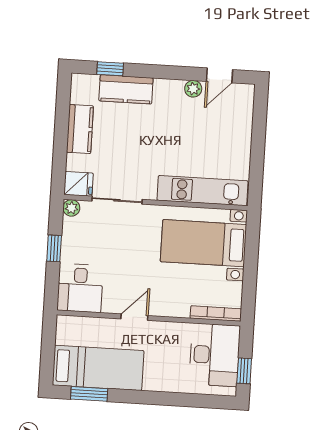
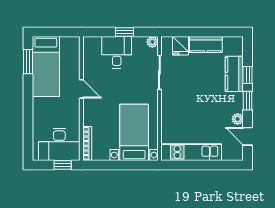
window: (110, 69) -> (248, 75), moved
window: (167, 72) -> (248, 101), added
fridge: (79, 184) -> (180, 46), moved
kitchen unit: (203, 191) -> (191, 152), moved, turned -90
desk: (80, 288) -> (117, 52), moved, turned 90
window: (244, 371) -> (63, 165), moved

